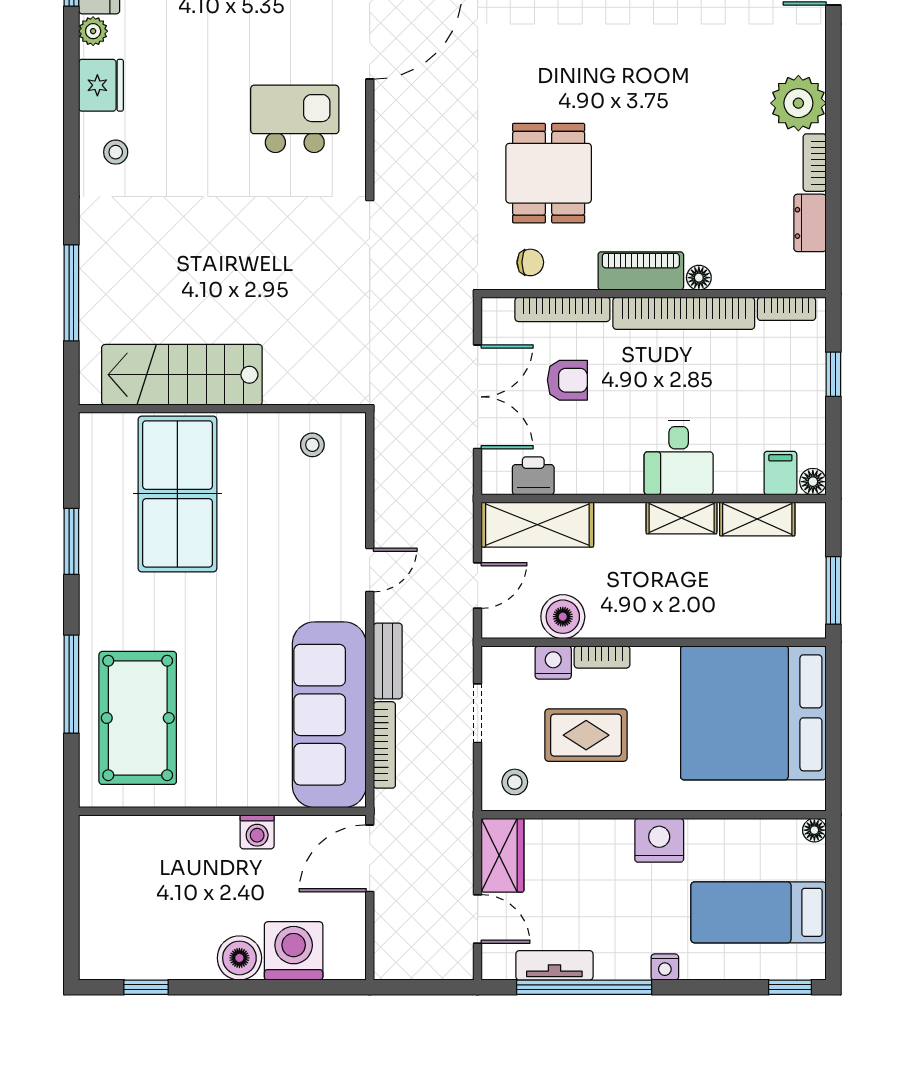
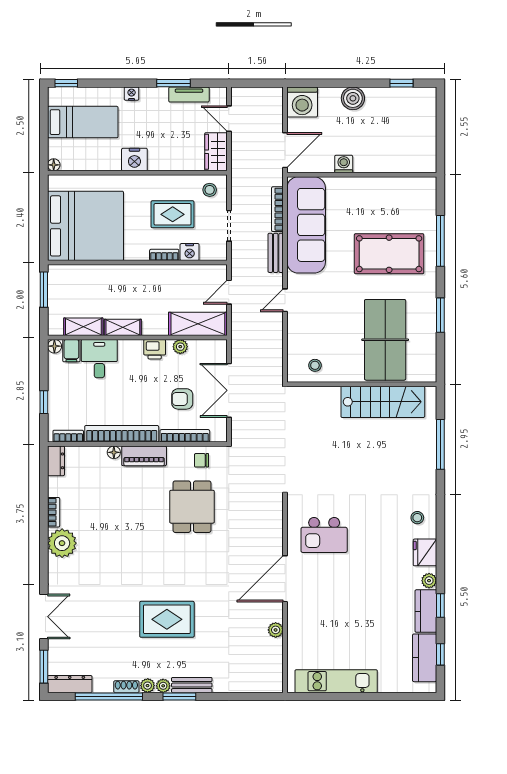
dresser: (810, 223) -> (56, 461), moved
desk: (679, 458) -> (99, 359), moved
printer: (533, 476) -> (155, 349), moved
plant: (571, 481) -> (180, 347), added
boiler: (563, 617) -> (185, 276), removed
pool table: (138, 718) -> (389, 254), moved, turned 90
washing machine: (294, 951) -> (302, 102), moved
window: (584, 987) -> (173, 83), width x0.47

